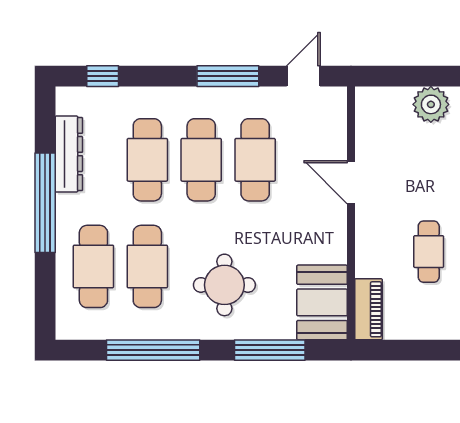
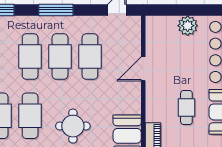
window: (228, 76) -> (56, 10), moved
door: (351, 182) -> (143, 69), hinge flipped

